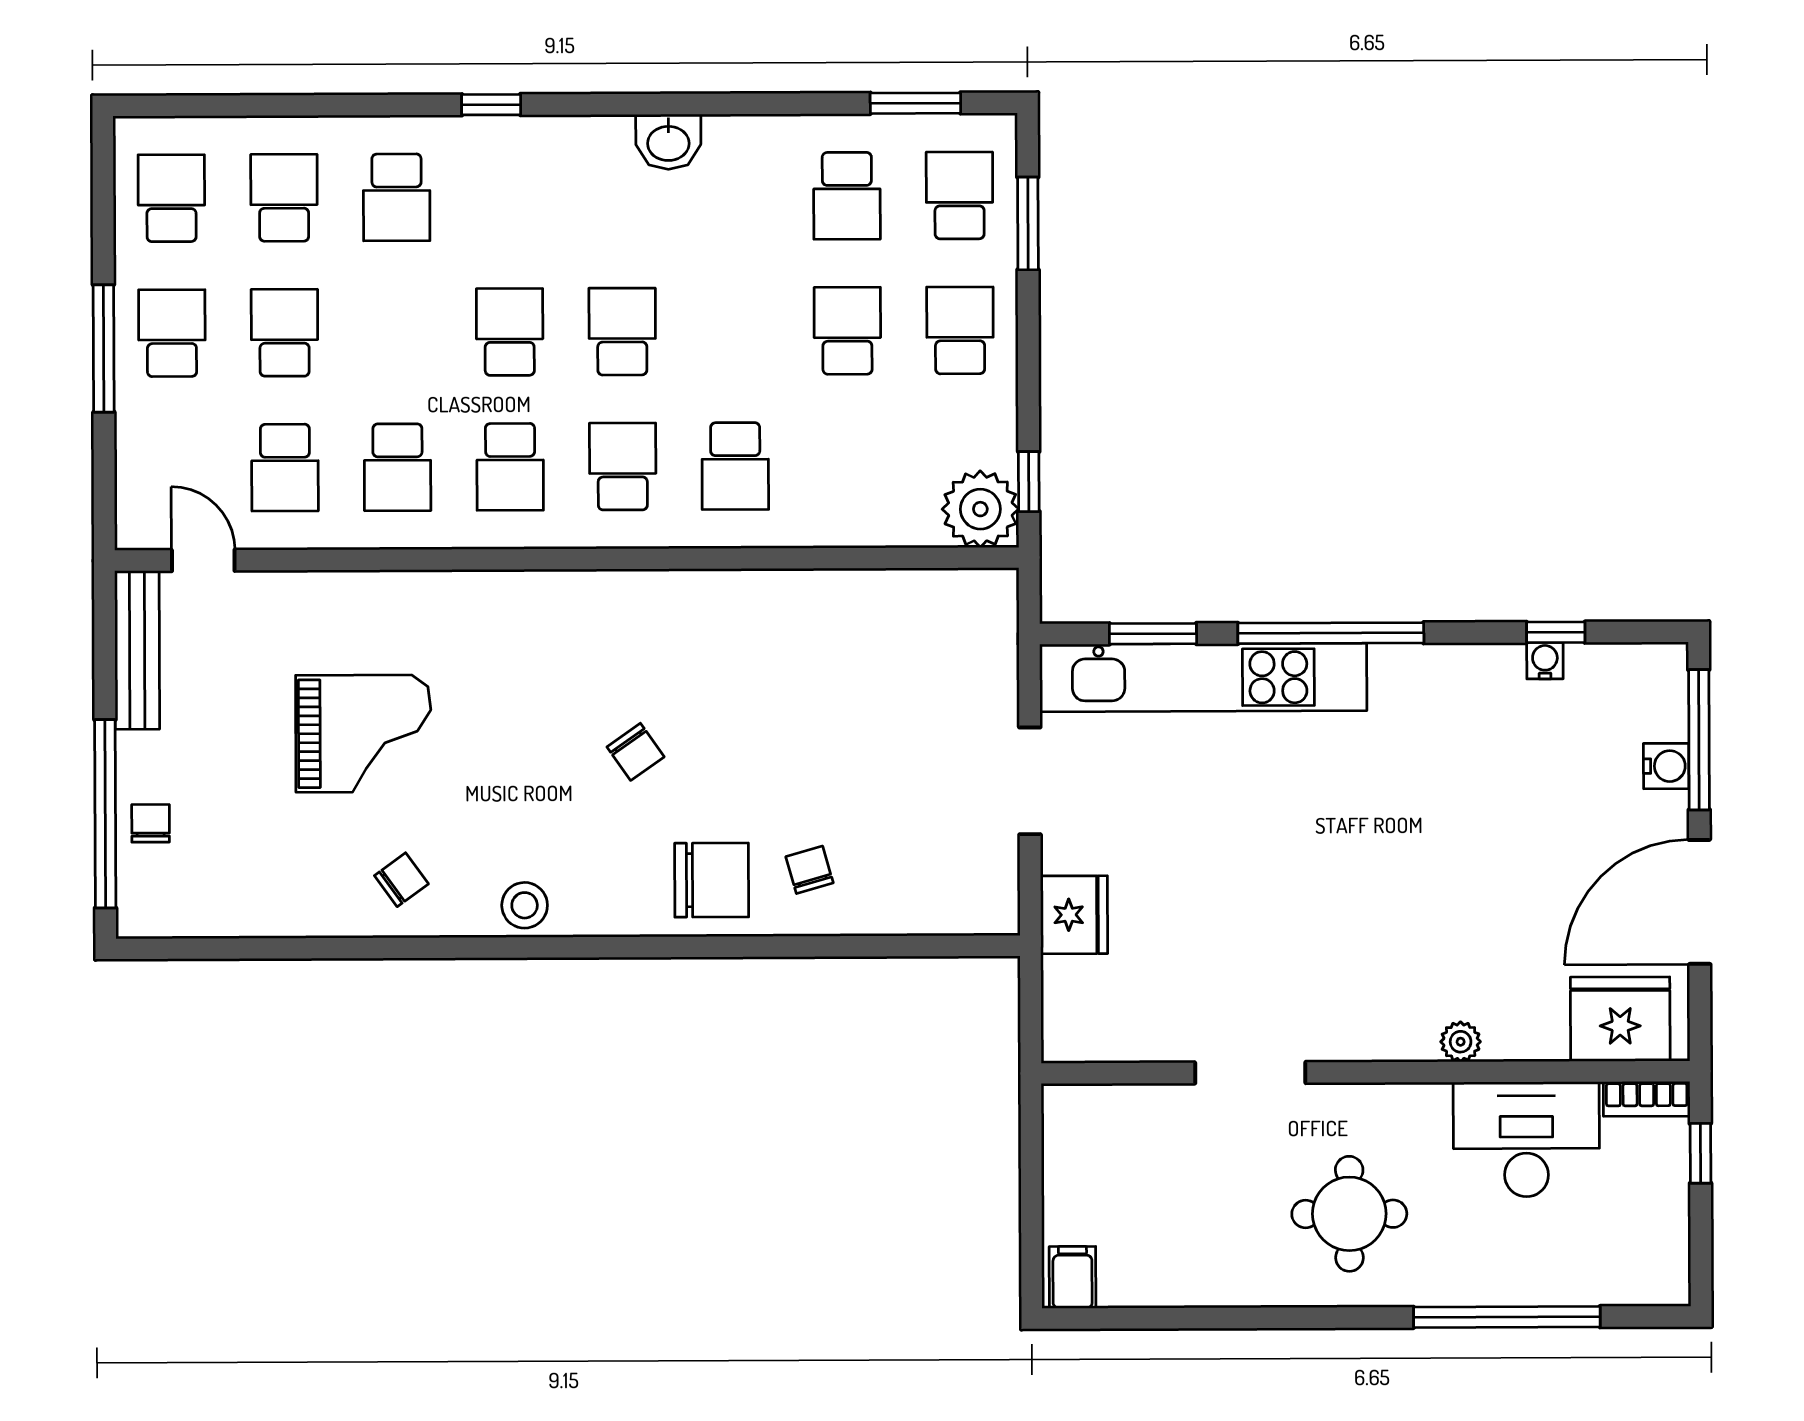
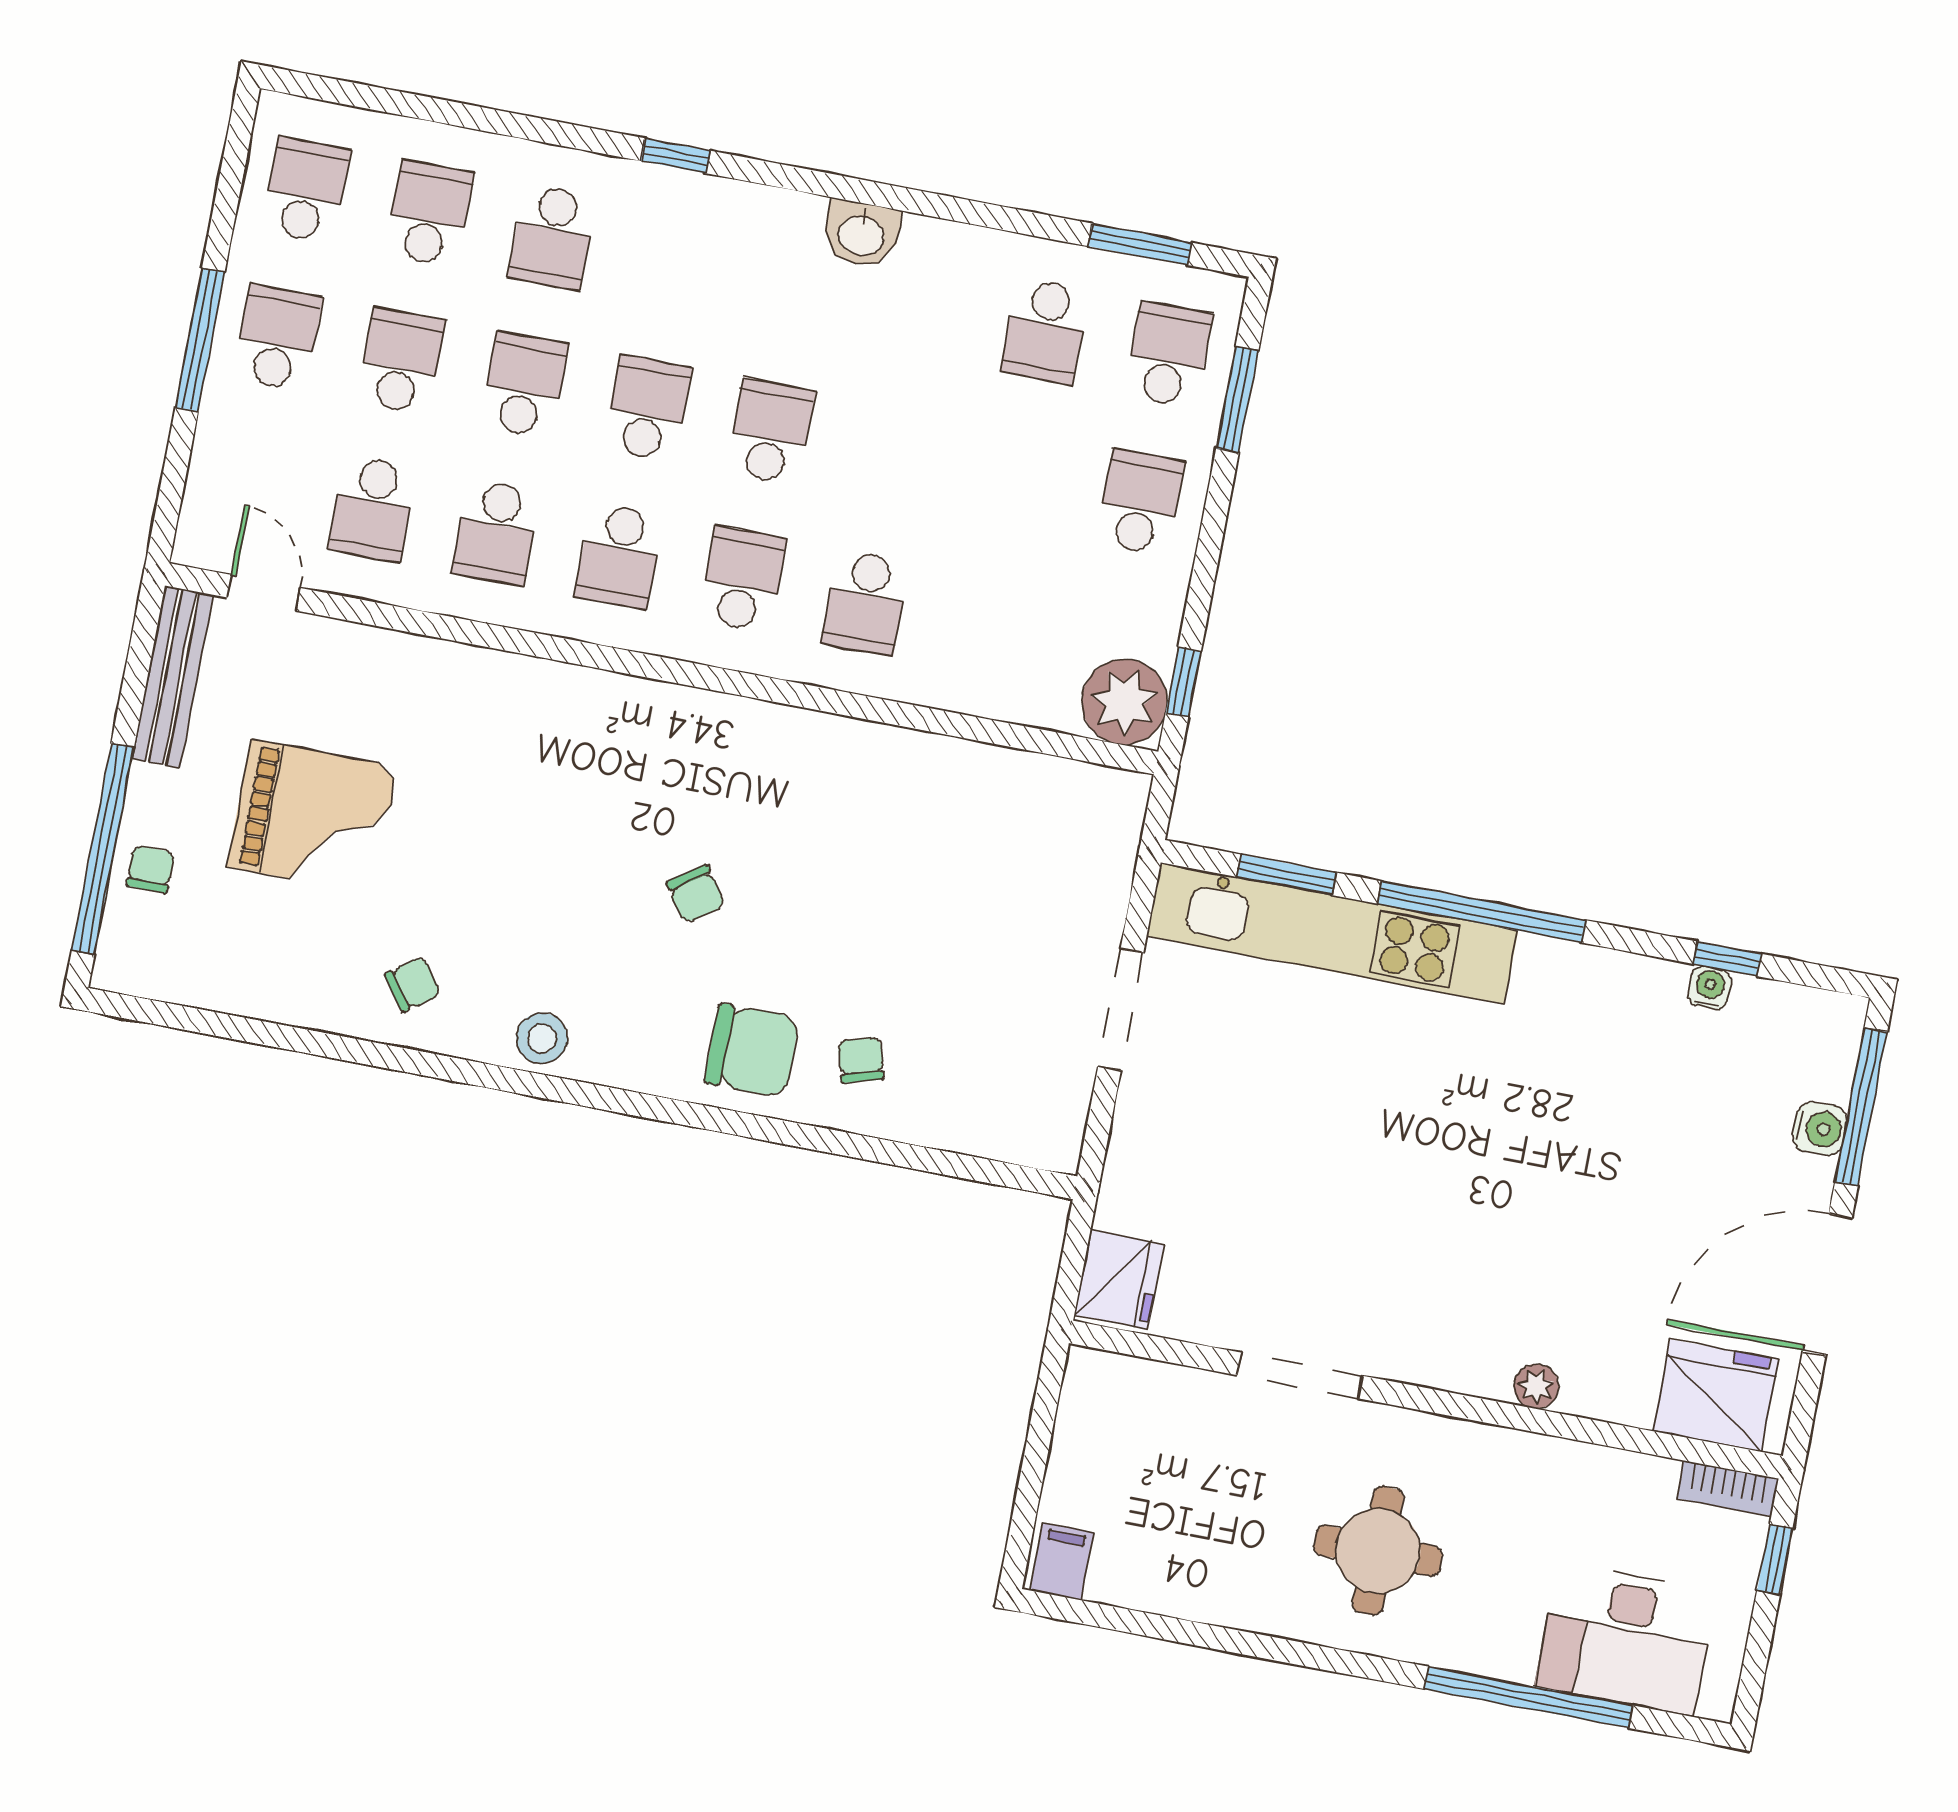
school desk: (847, 331) -> (524, 385), moved
grand piano: (363, 734) -> (313, 817), moved
fridge: (1074, 915) -> (1119, 1279), moved
desk: (1526, 1139) -> (1626, 1639), moved, turned 180

